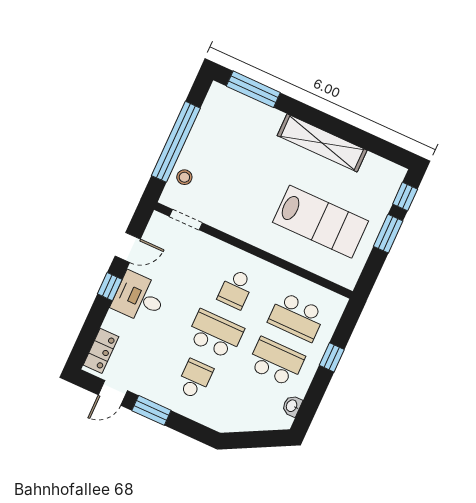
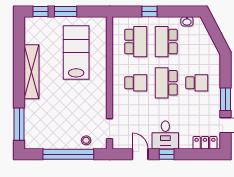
school desk: (195, 379) -> (197, 83), turned 180

